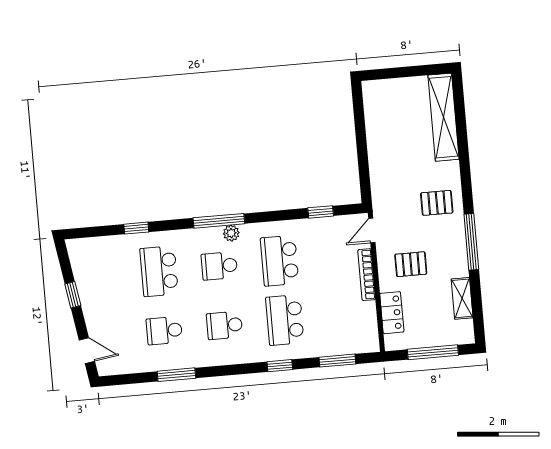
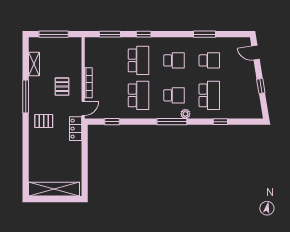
shelving: (443, 117) -> (54, 189), moved, turned 90
plant: (231, 233) -> (185, 114), moved
pallet: (411, 264) -> (62, 87), turned 90
locker: (392, 313) -> (76, 129), moved

